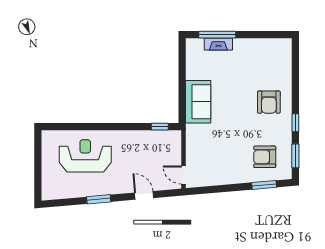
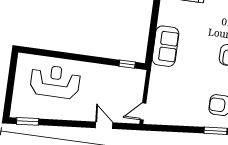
door: (184, 175) -> (143, 112), hinge flipped
window: (99, 199) -> (28, 121), moved

